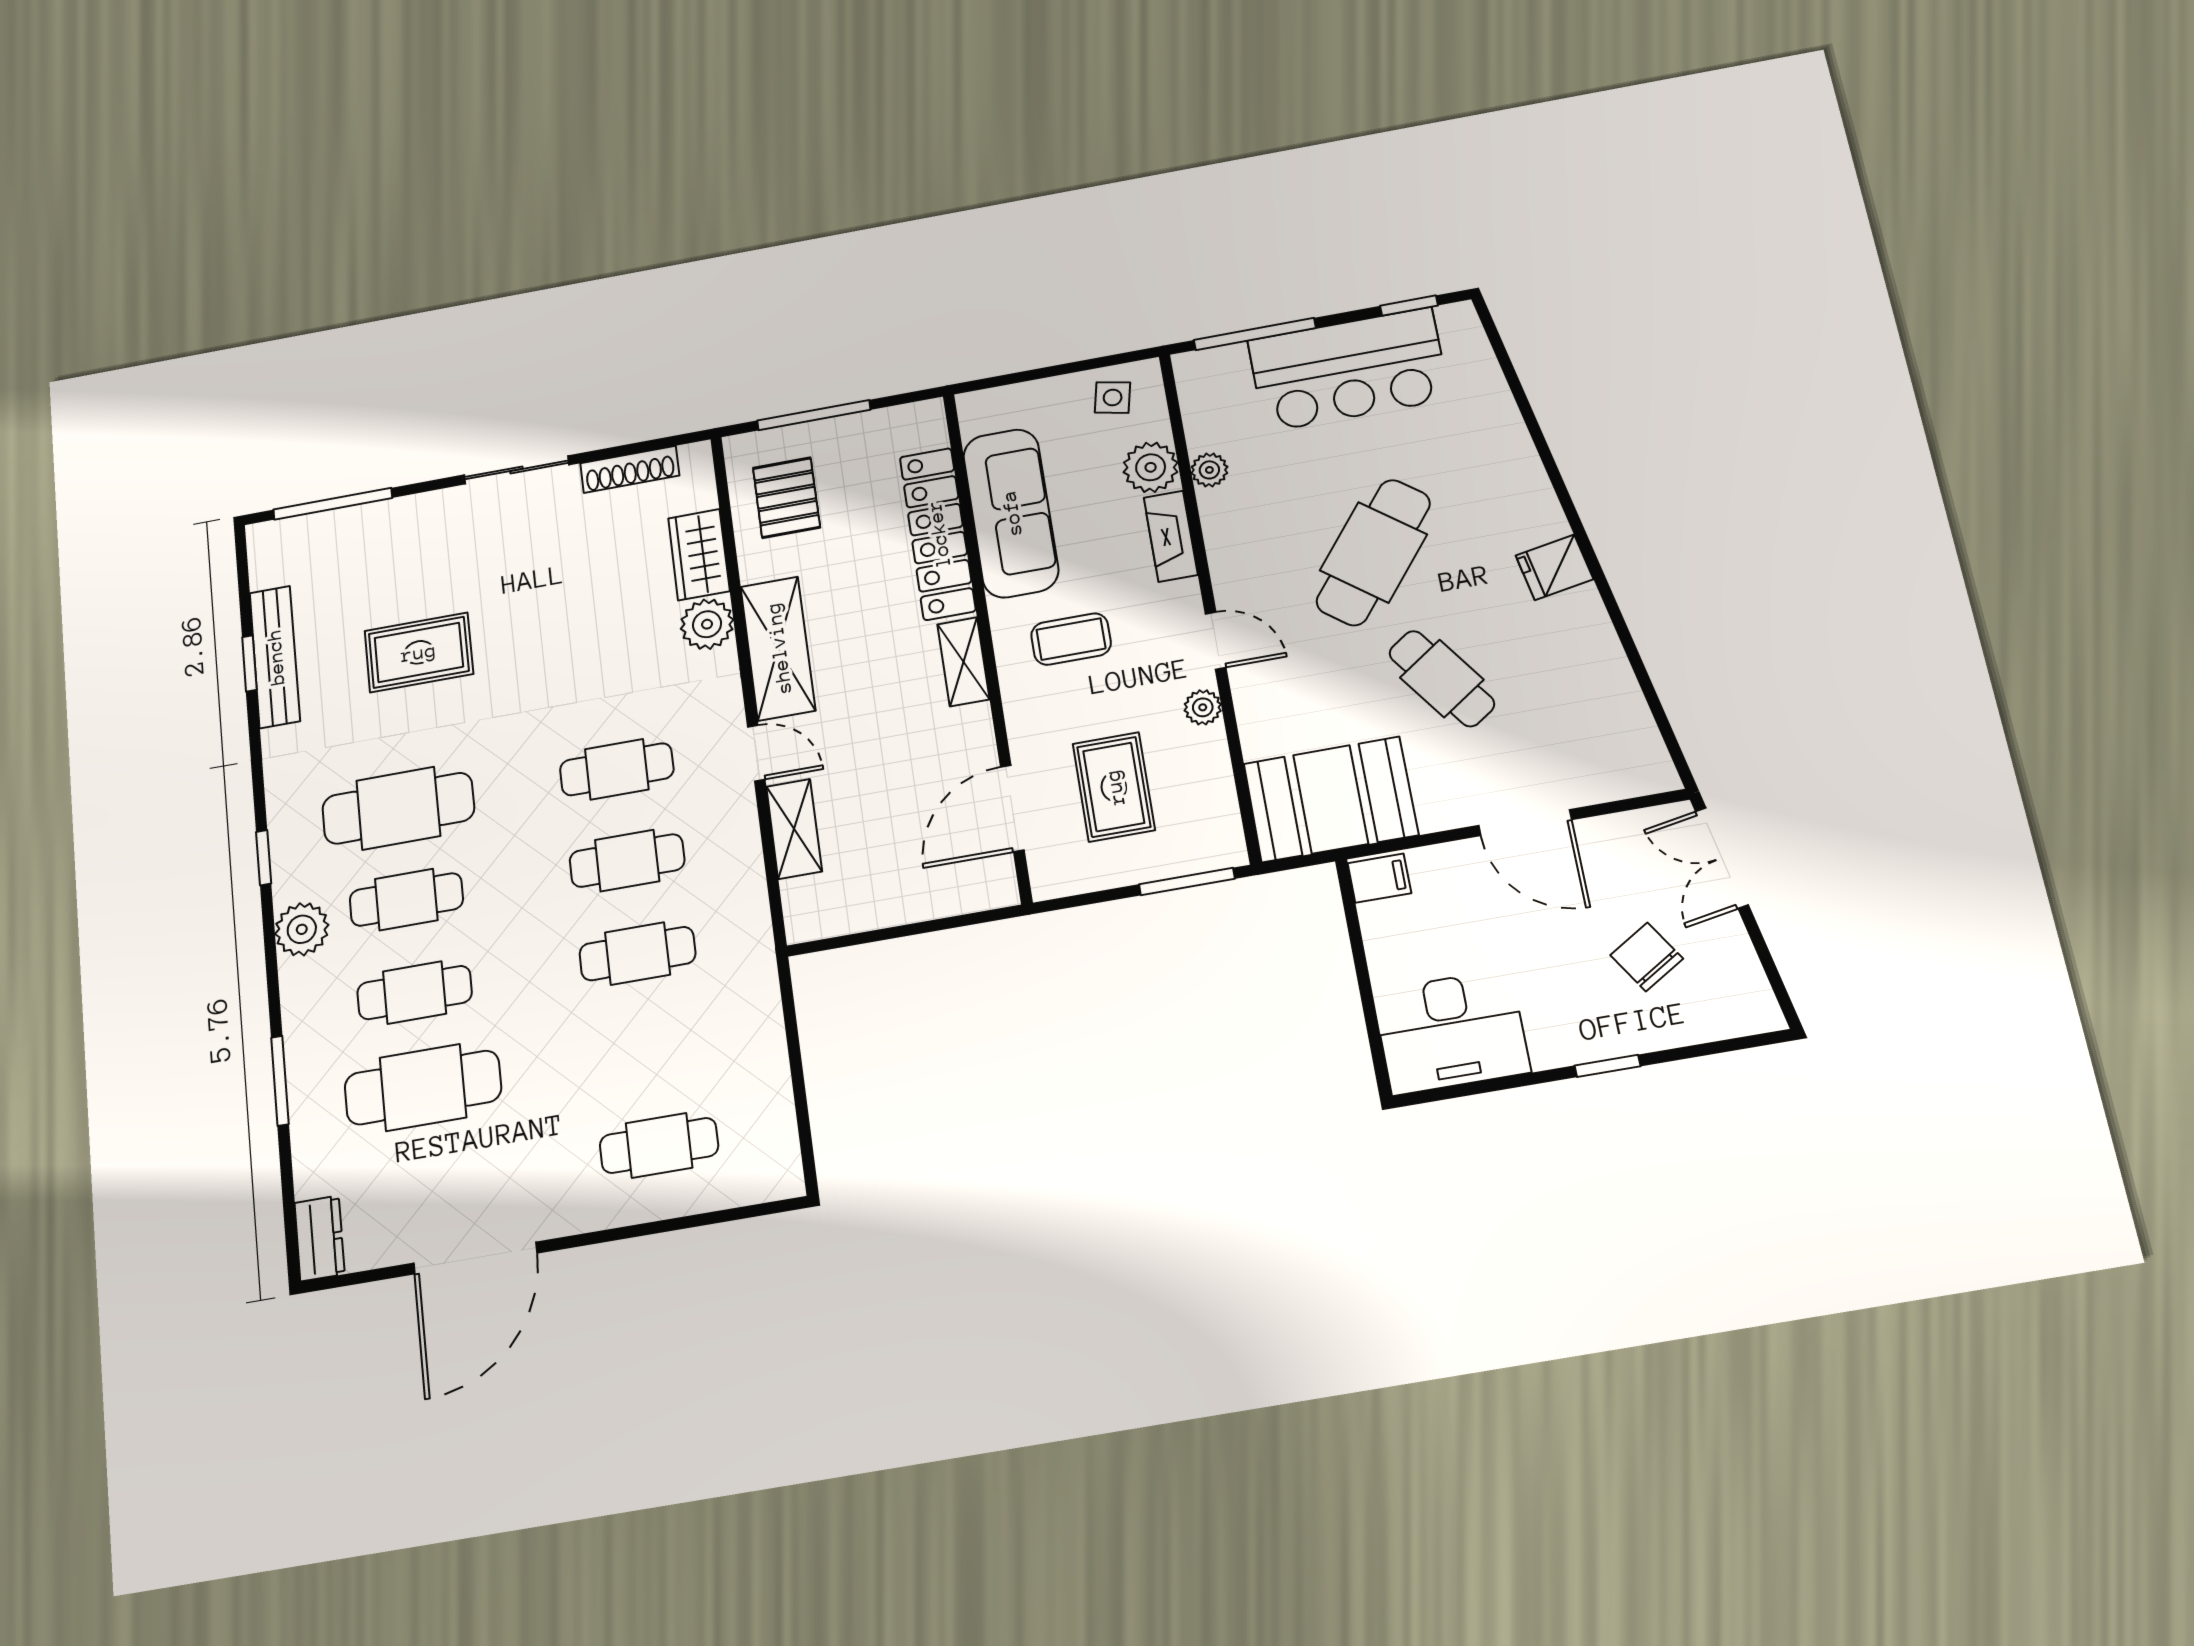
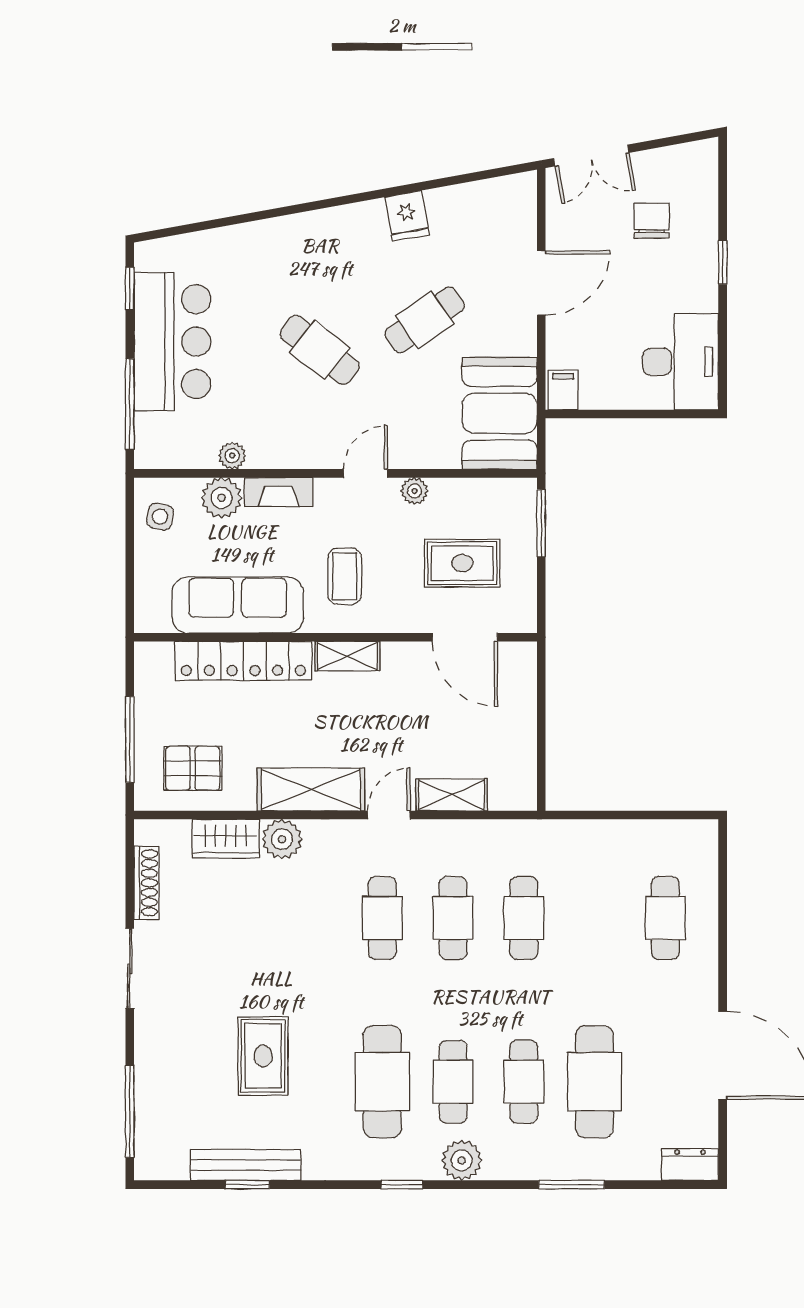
cafe table: (1373, 552) -> (320, 350), width x0.73, depth x0.74
fridge: (1554, 567) -> (407, 216), moved
chair: (1647, 957) -> (652, 221), turned 122

